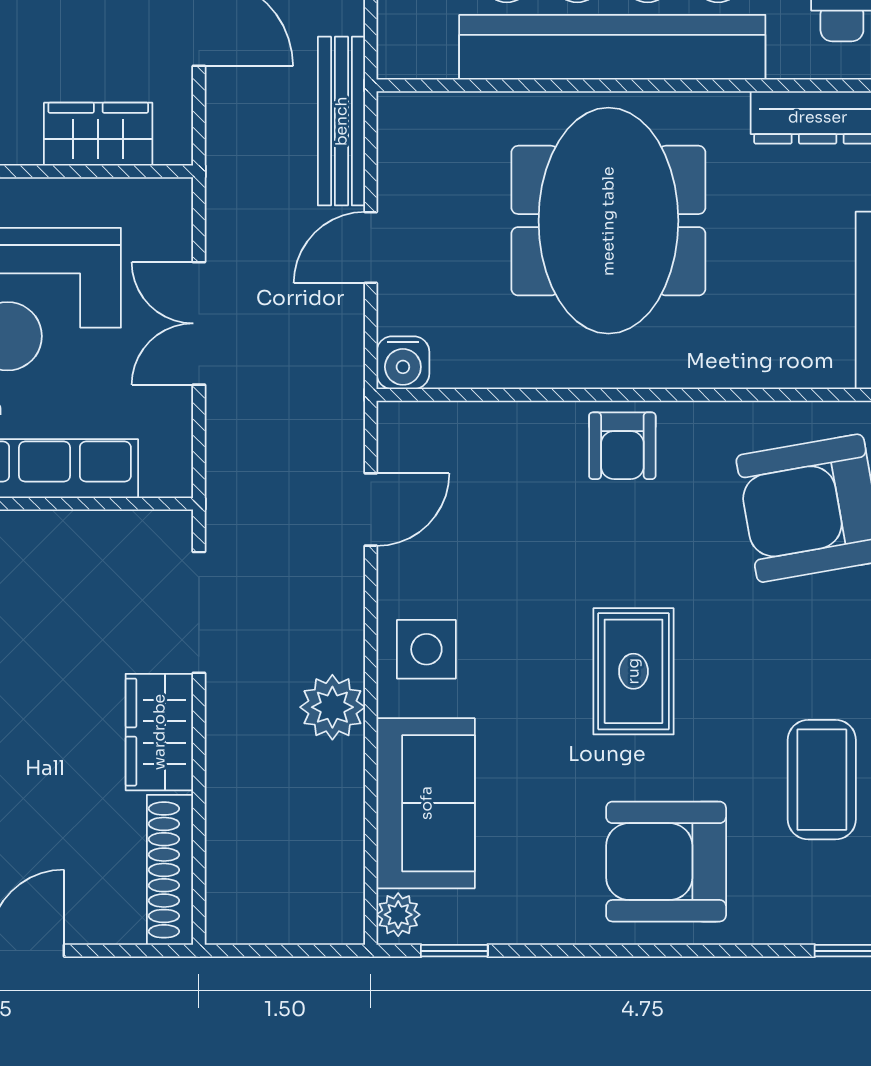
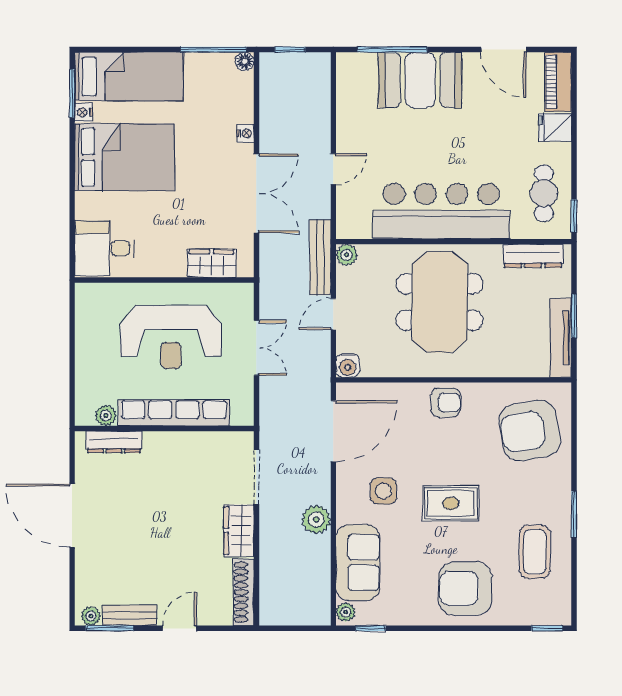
plant: (400, 115) -> (347, 255), added
double door: (199, 323) -> (256, 348), swing flipped
armchair: (622, 446) -> (446, 403), turned -90
door: (371, 510) -> (333, 431), width x1.88
side table: (426, 649) -> (384, 491), moved
rug: (633, 671) -> (451, 503), turned 90

